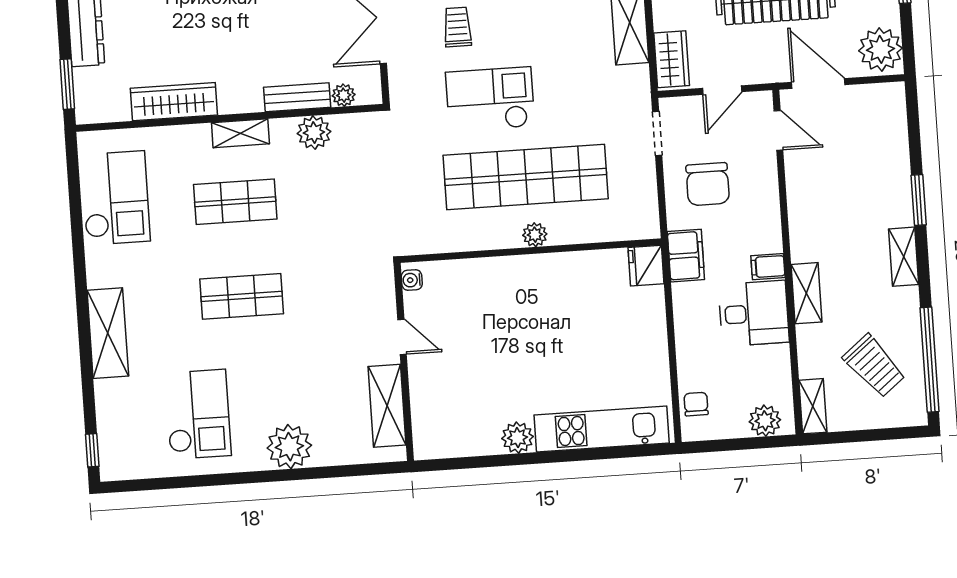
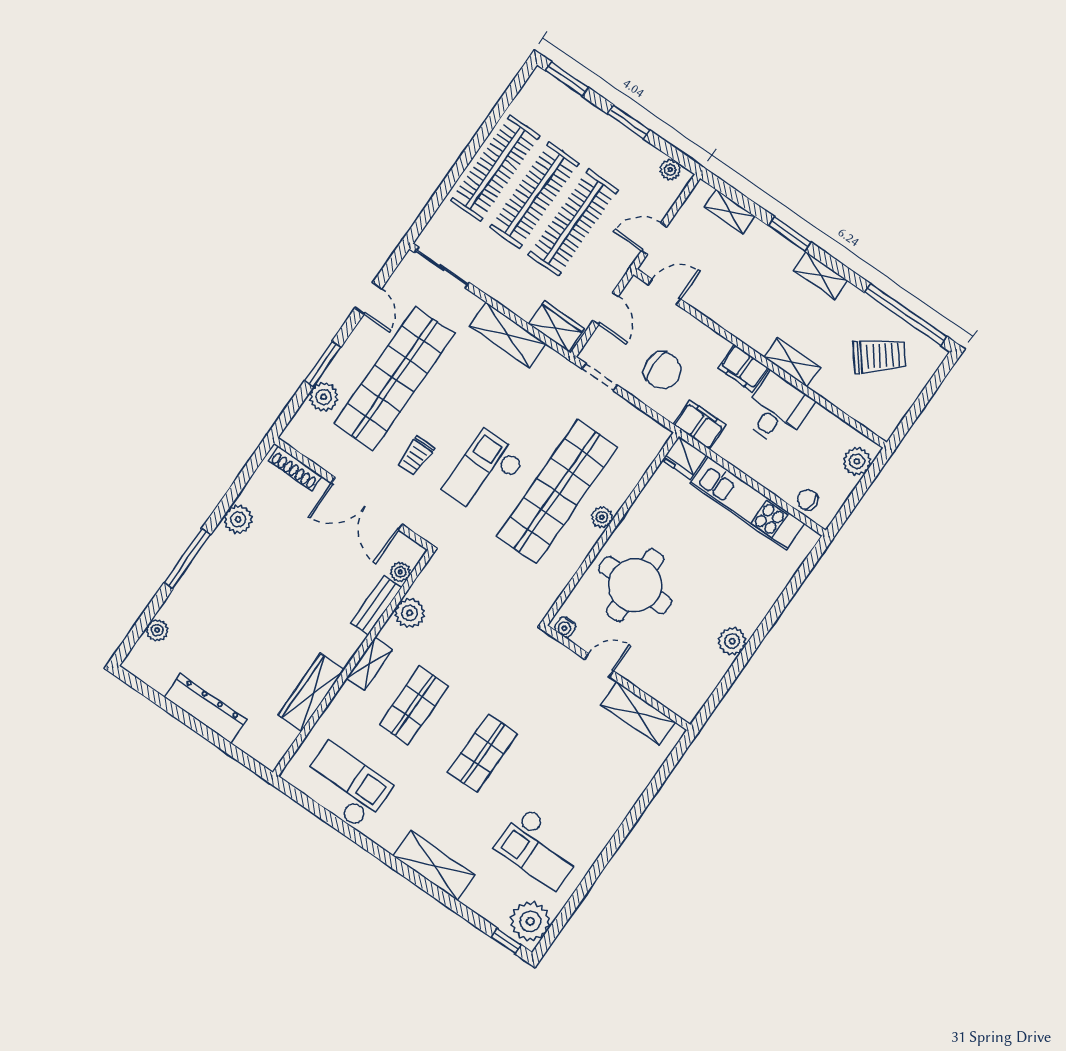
trolley: (457, 27) -> (416, 456), turned -90
plant: (881, 49) -> (670, 170), width x0.53, depth x0.53
window: (67, 84) -> (240, 756), removed
door: (818, 84) -> (654, 239), width x0.73
filing cabinet: (768, 267) -> (744, 368), width x2.00
round table: (498, 312) -> (635, 585), added
shelving: (813, 406) -> (730, 212), moved
checkout: (198, 414) -> (540, 848), turned 180
kitchen unit: (602, 429) -> (747, 504), moved, turned -90
plant: (289, 447) -> (530, 921), moved

